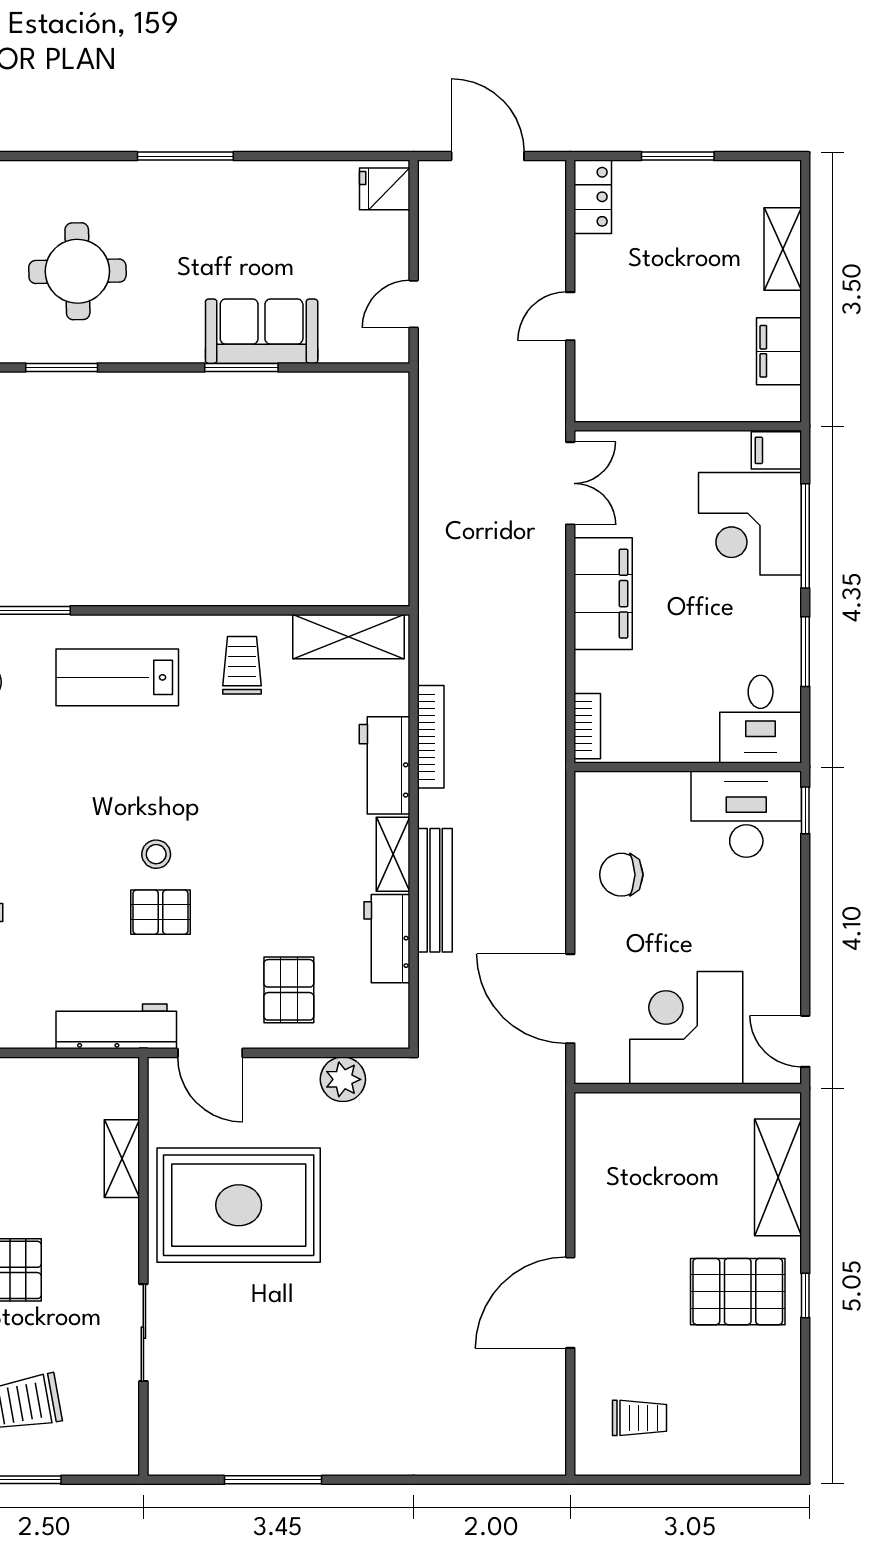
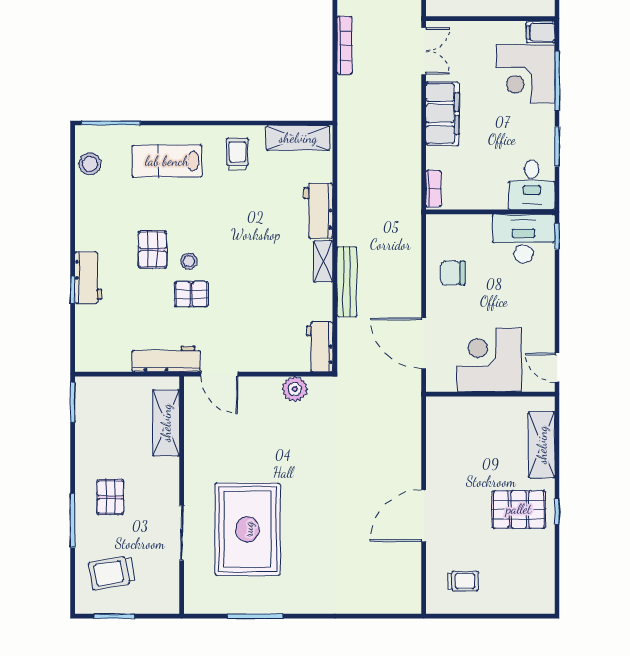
bookcase: (431, 737) -> (345, 45), moved
workbench: (387, 939) -> (320, 347), moved
pallet: (289, 990) -> (152, 249), moved
shelving: (122, 1159) -> (166, 423), width x1.50, depth x1.33
rug: (239, 1205) -> (248, 529), moved, turned 90

